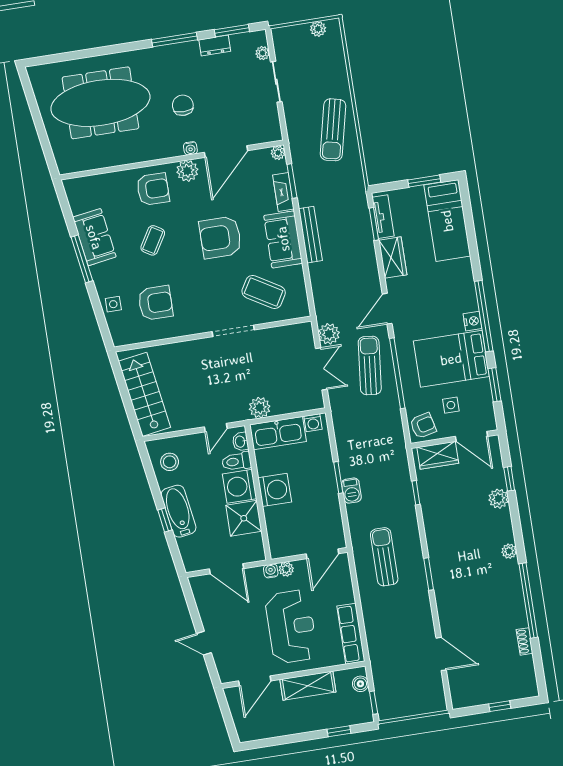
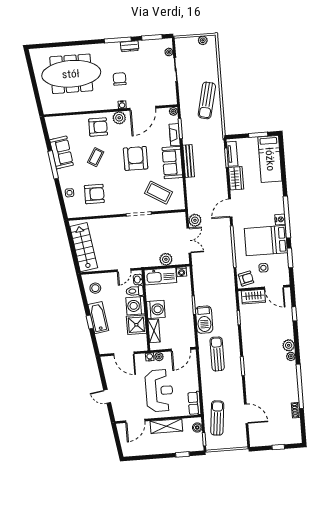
dresser: (215, 46) -> (130, 46), moved
armchair: (220, 237) -> (136, 158), turned 90
sun lounger: (370, 366) -> (217, 418), moved
plant: (260, 408) -> (166, 259), moved
barbecue: (351, 491) -> (204, 320), width x1.88, depth x1.53
plant: (498, 499) -> (289, 345), moved
shelving: (274, 526) -> (154, 331), added
row of seats: (351, 634) -> (194, 403), width x0.68

